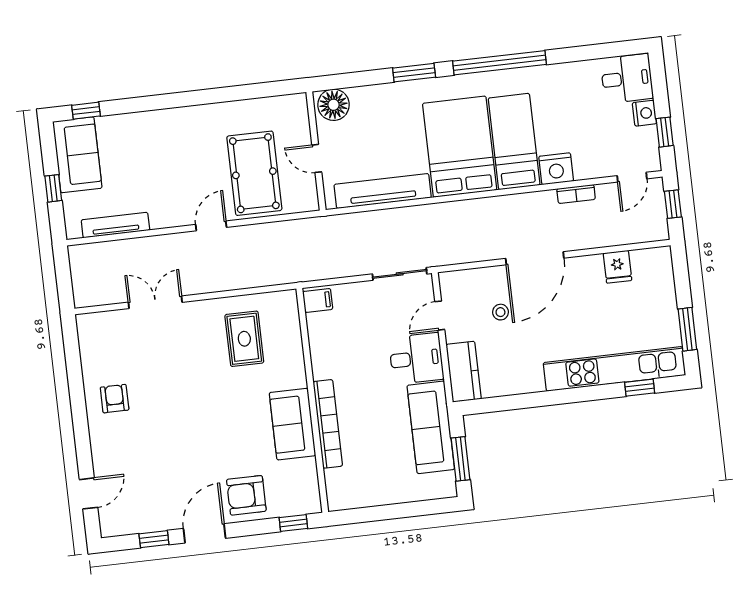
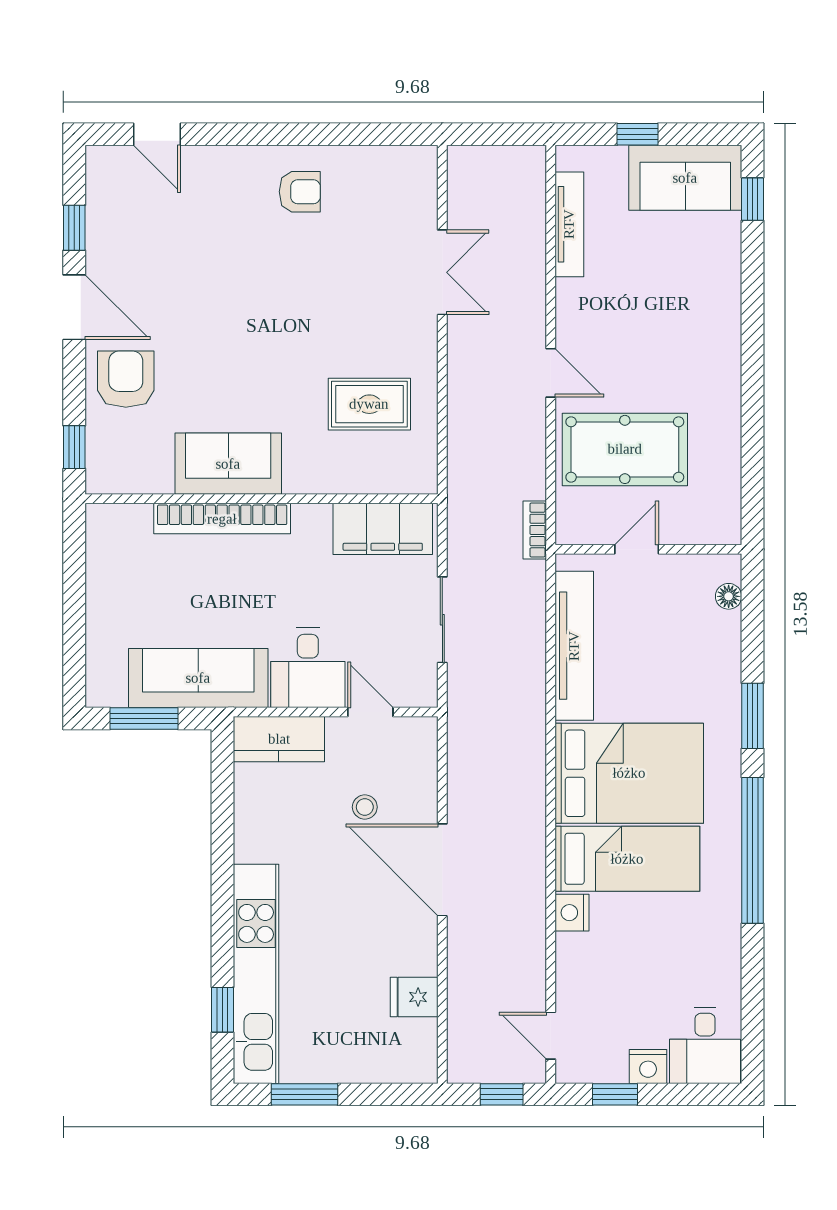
floor lamp: (334, 105) -> (729, 596), width x0.53, depth x0.53
nightstand: (556, 169) -> (572, 913), width x0.74, depth x0.75
bookcase: (576, 194) -> (535, 530), moved
sliding door: (400, 274) -> (442, 620), moved
filing cabinet: (318, 300) -> (383, 529), width x3.00, depth x1.17

